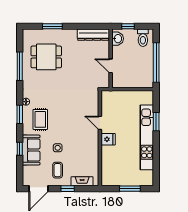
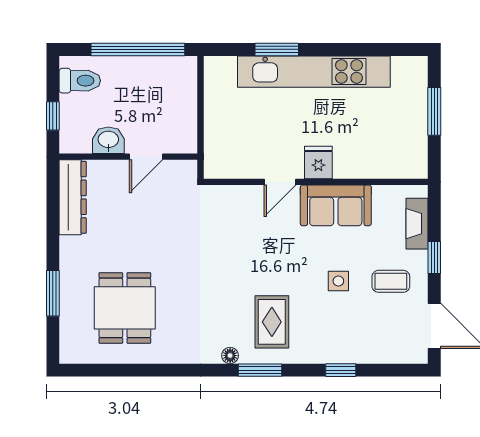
washbasin: (118, 39) -> (108, 140), moved
window: (20, 66) -> (147, 370), removed
rug: (40, 119) -> (272, 322), turned 90
sofa: (31, 150) -> (336, 205), moved, turned 180

